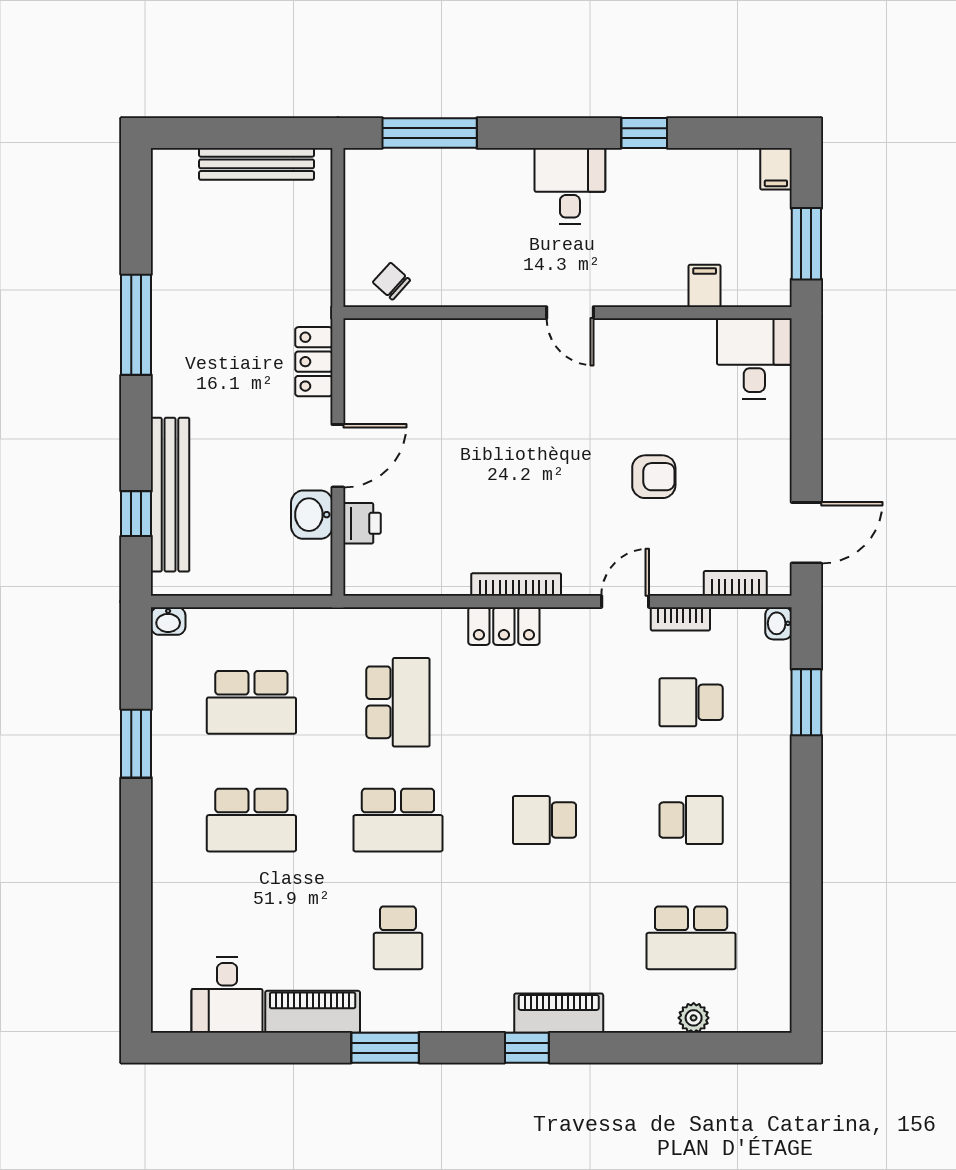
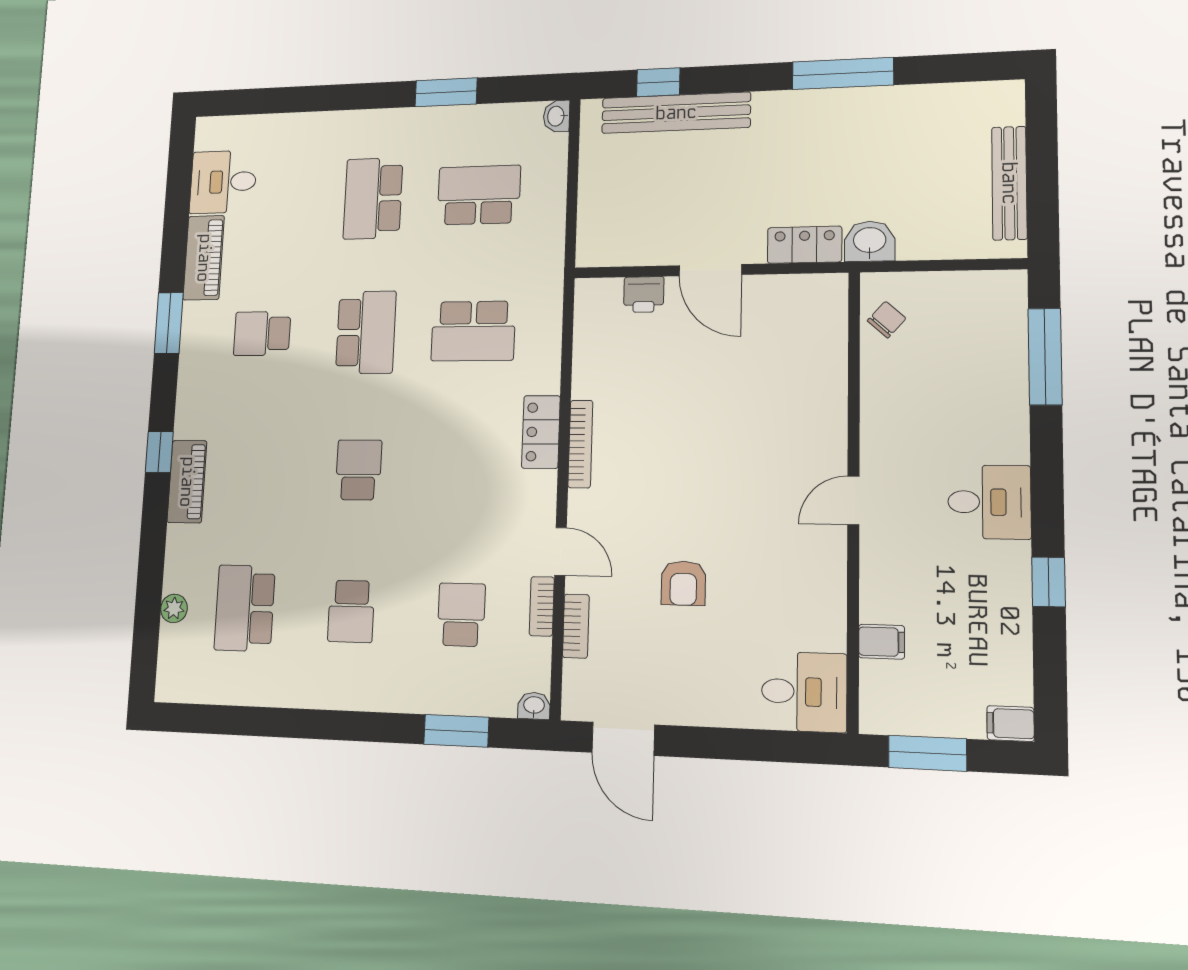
washbasin: (312, 515) -> (870, 241), moved
bookcase: (735, 583) -> (576, 626), moved
school desk: (251, 702) -> (479, 195), turned 90
school desk: (398, 820) -> (366, 332), turned 180

